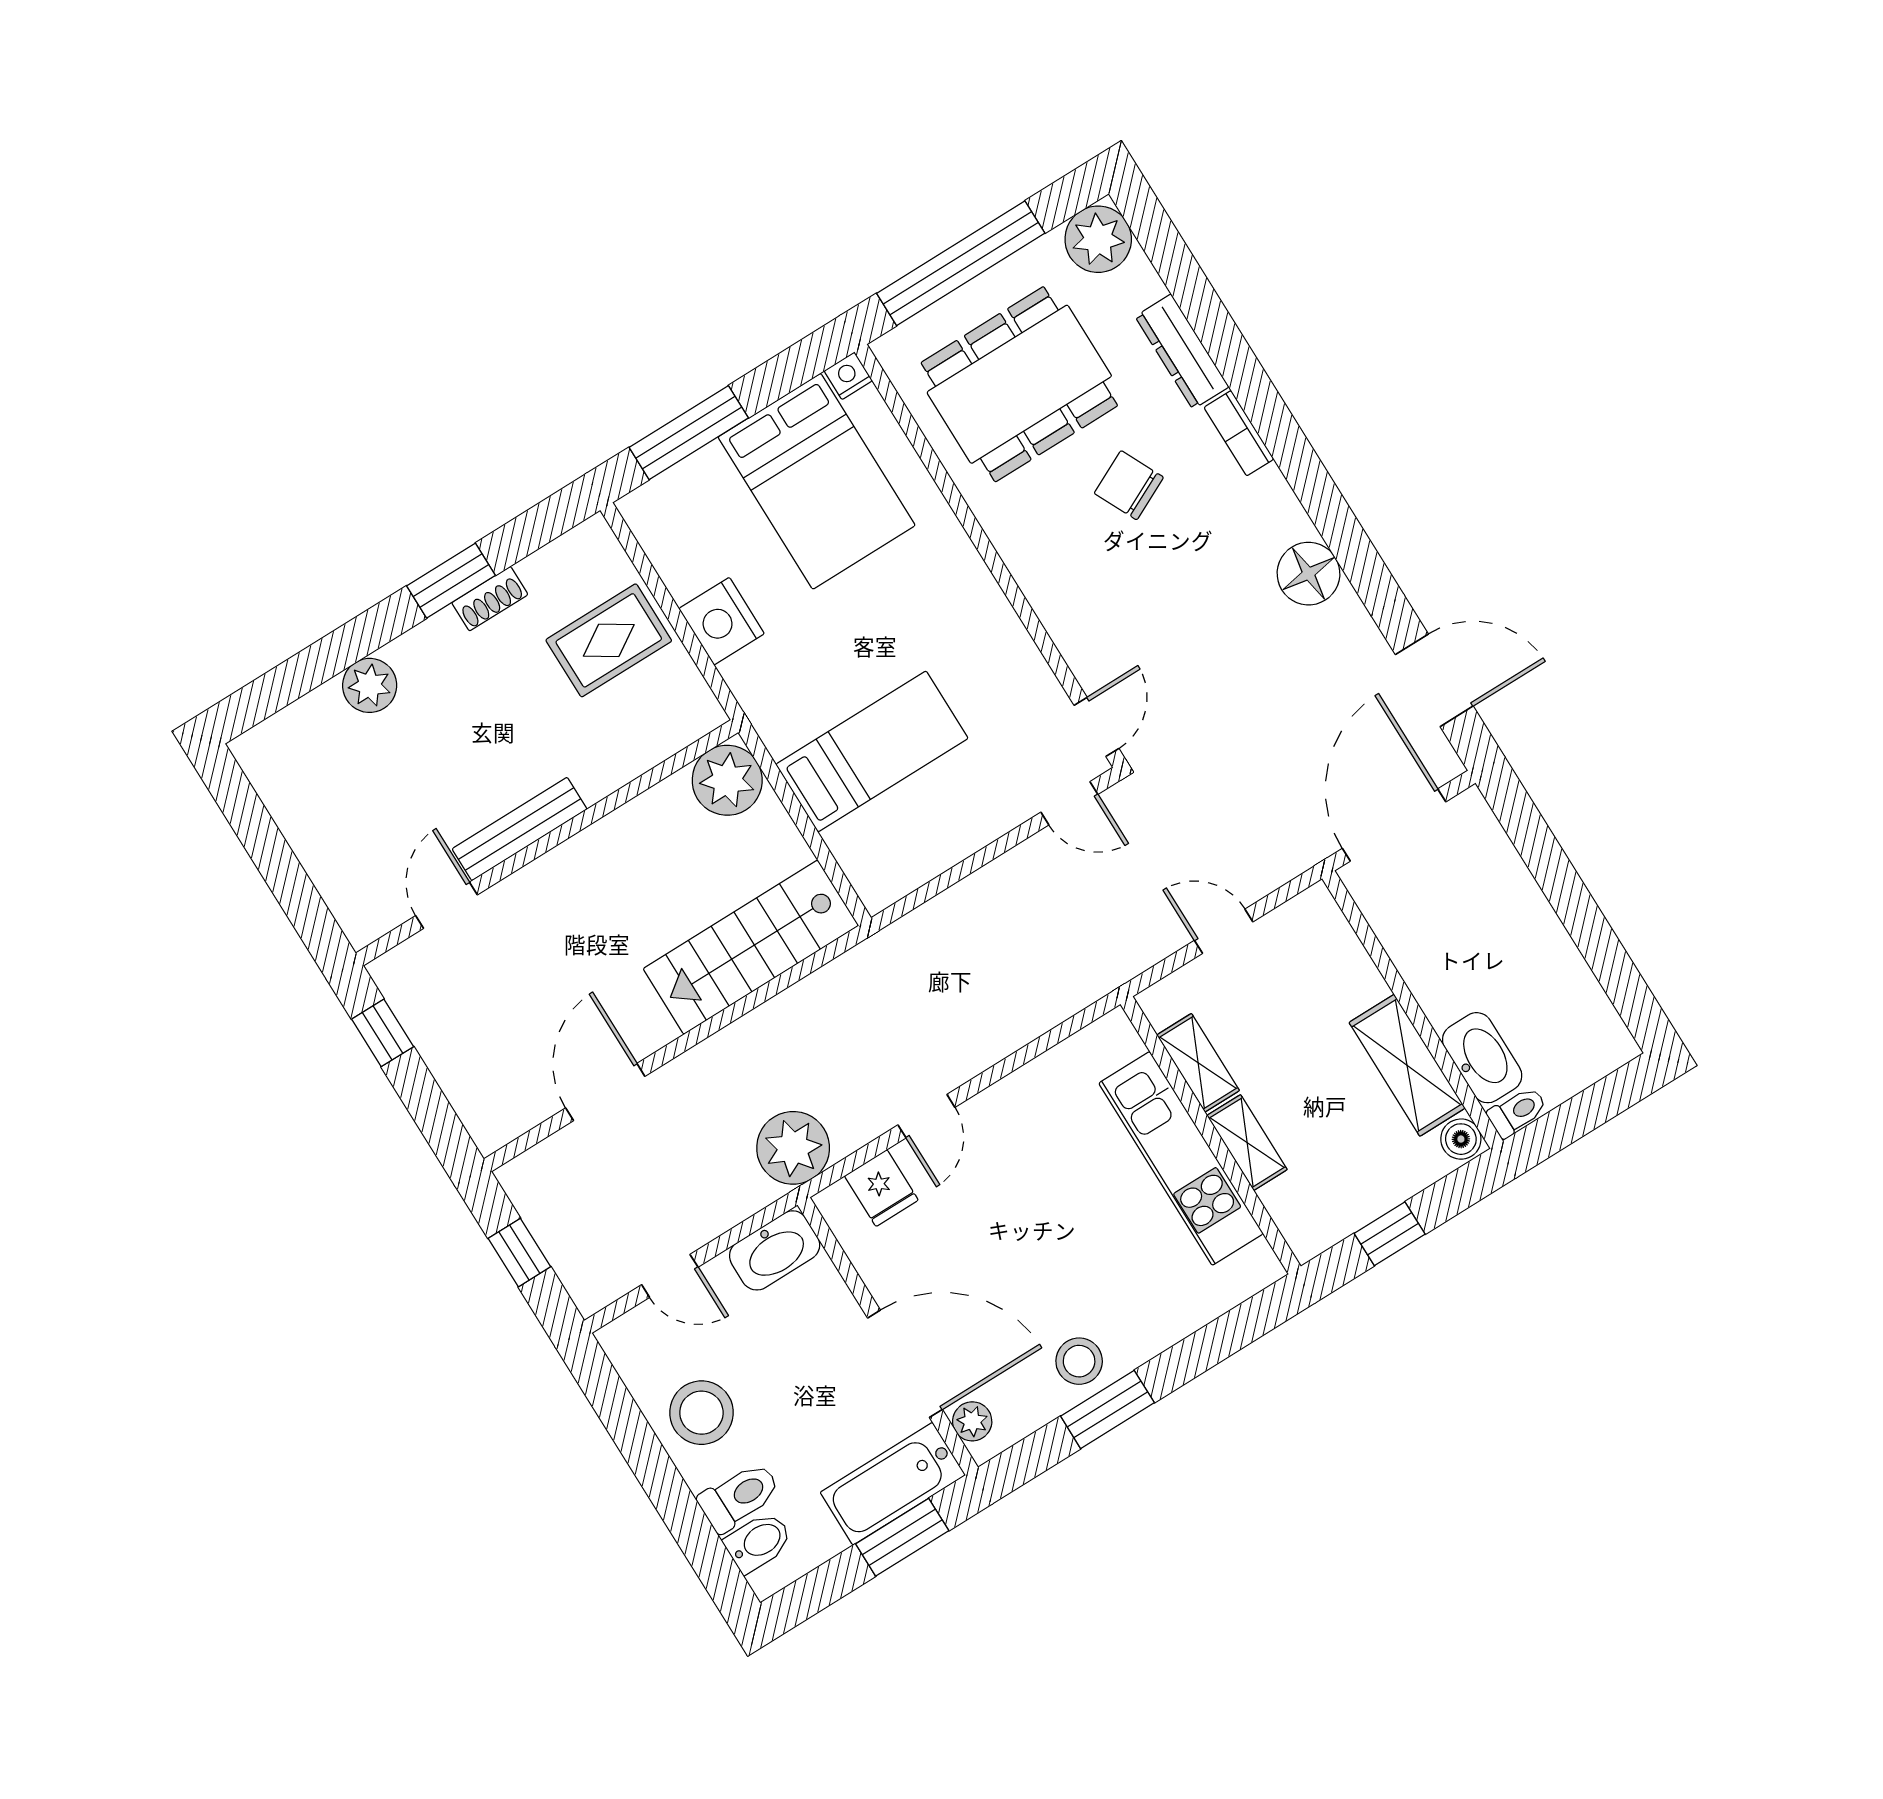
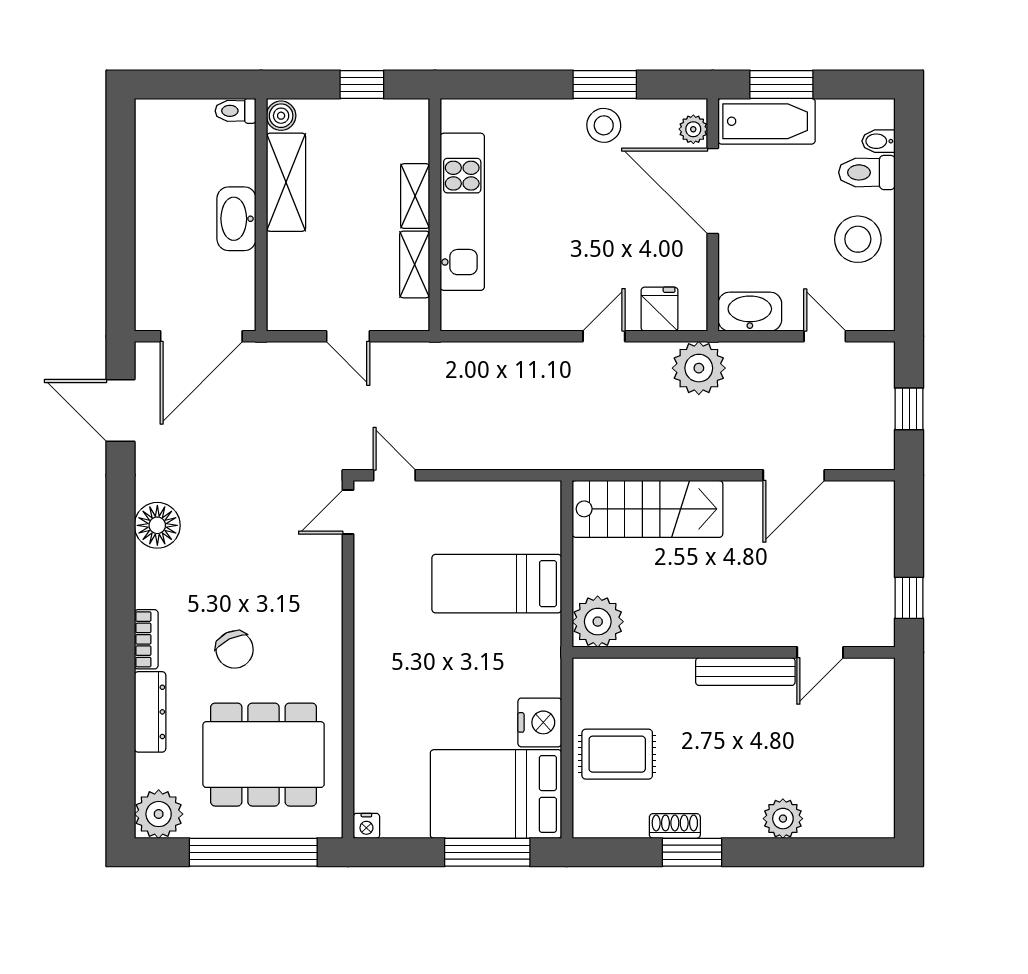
bed: (817, 481) -> (496, 794), moved, turned -90
washbasin: (1482, 1058) -> (236, 219), moved
bidet: (758, 1542) -> (879, 141), width x0.72, depth x0.74

